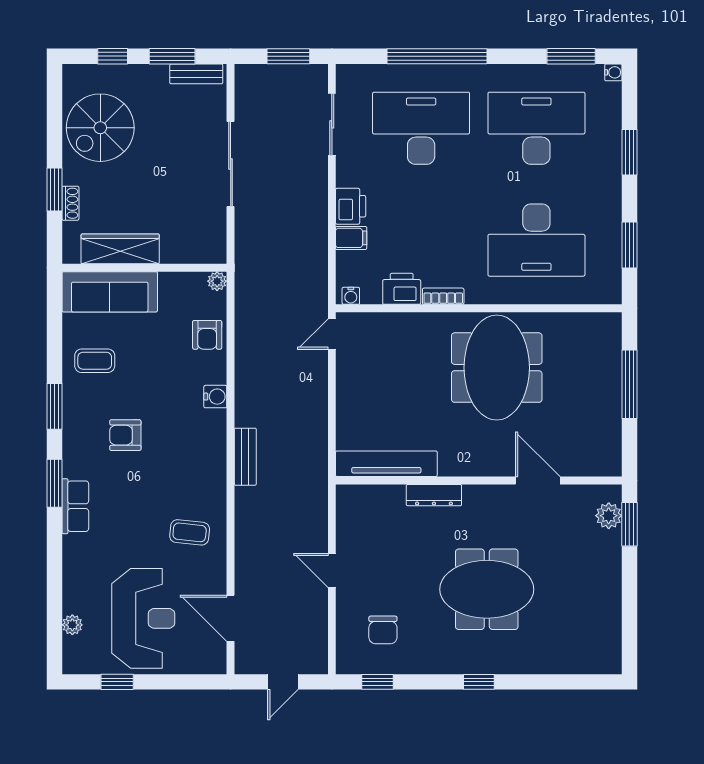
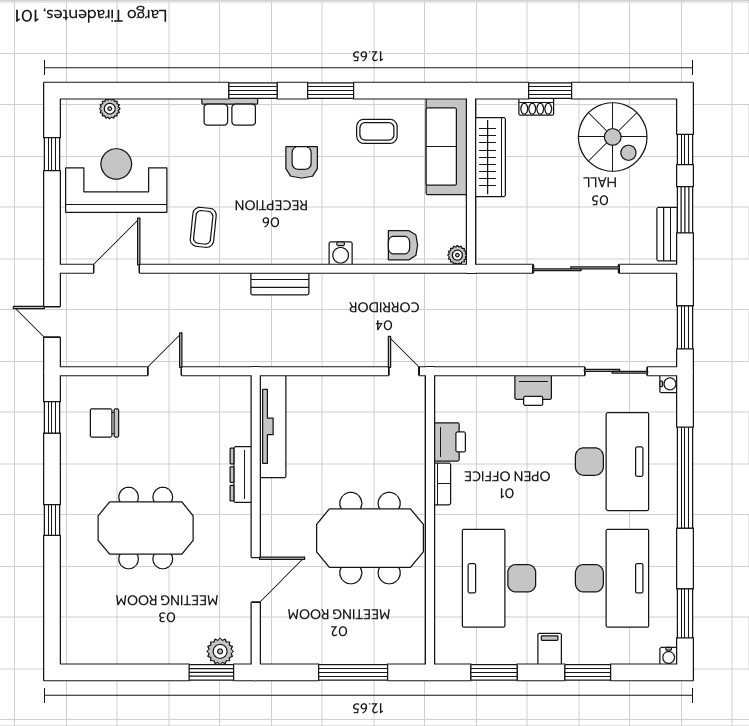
spiral stairs: (100, 128) -> (613, 137), turned 180
filing cabinet: (351, 238) -> (550, 649), moved, turned 180
water cooler: (351, 296) -> (669, 384), moved, turned 180
coffee table: (95, 361) -> (377, 131), turned 90
meeting table: (487, 589) -> (146, 528), turned 90
reception desk: (143, 618) -> (116, 180), turned 180

